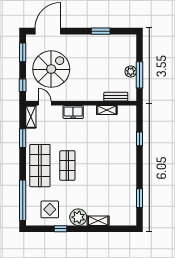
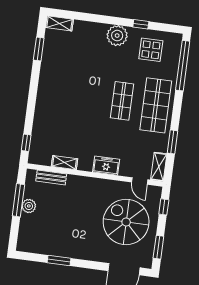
spiral stairs: (51, 69) -> (126, 222), turned 90
window: (140, 139) -> (26, 143), moved
shelving: (98, 221) -> (59, 23), moved

